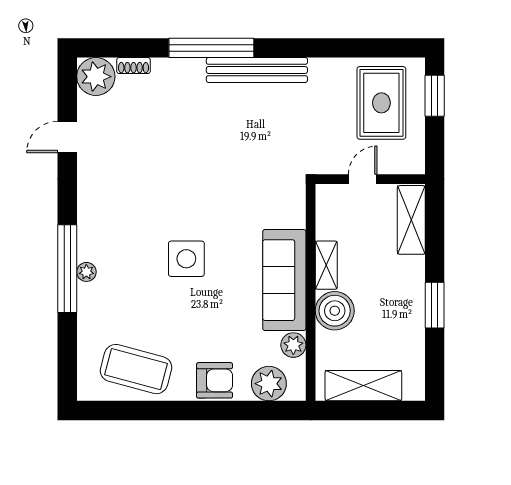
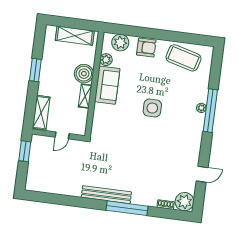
window: (435, 96) -> (25, 151), moved
rug: (381, 103) -> (48, 171), removed
sofa: (284, 280) -> (107, 85), width x0.73
armchair: (215, 380) -> (146, 48), turned 180

